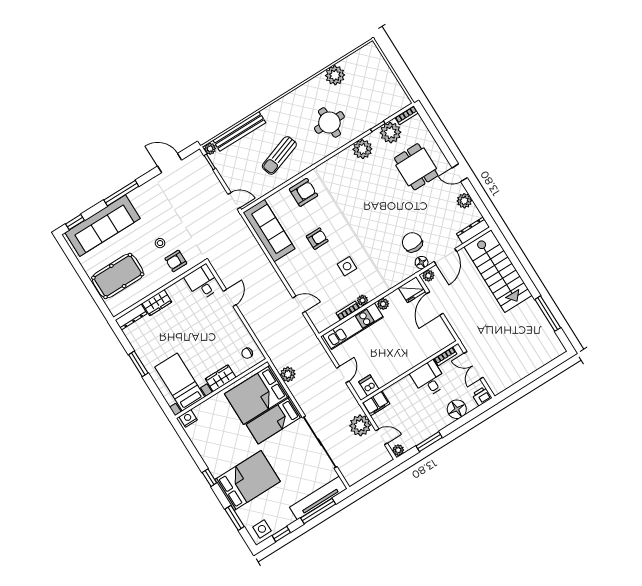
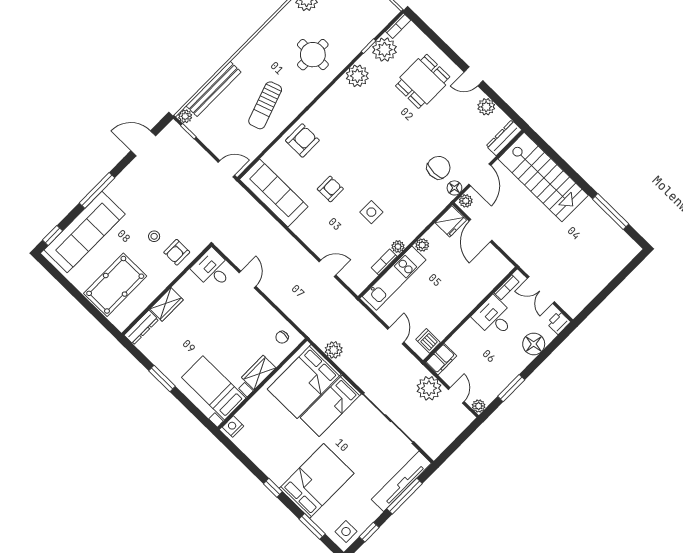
dining table: (416, 167) -> (423, 81), turned 90
chair: (412, 242) -> (439, 168), turned 90
door: (382, 437) -> (456, 395), hinge flipped

